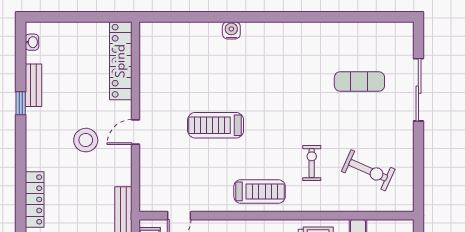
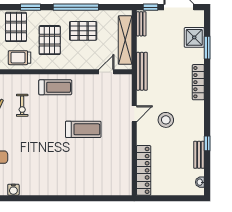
water cooler: (231, 30) -> (13, 190), moved
door: (136, 132) -> (134, 114), moved
treadmill: (260, 191) -> (55, 87), turned 180

